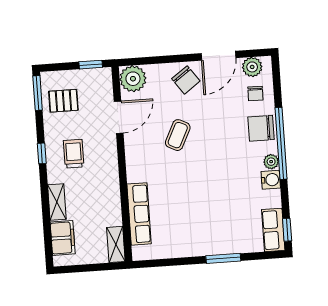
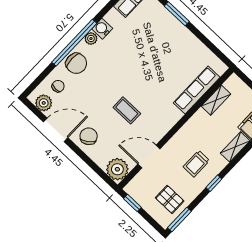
coffee table: (178, 135) -> (127, 110), turned 64
shelving: (116, 244) -> (216, 100), moved

